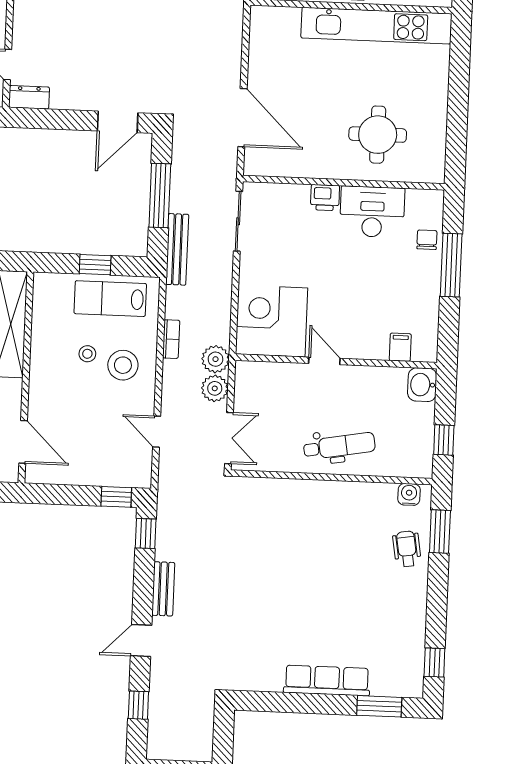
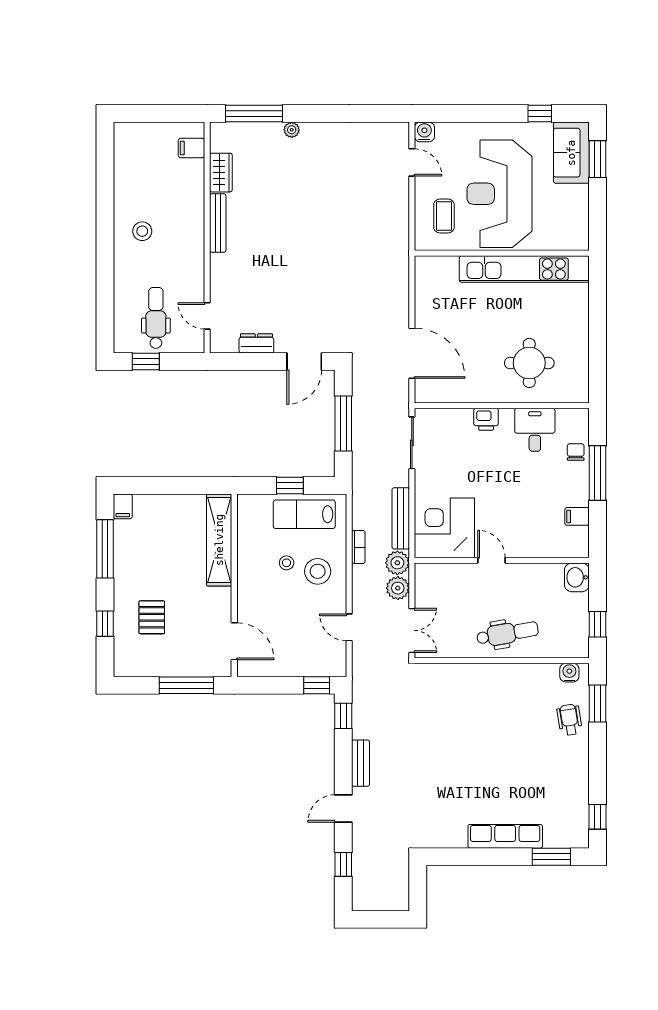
dresser: (29, 97) -> (256, 343), moved
desk: (372, 212) -> (535, 430), width x0.73
bench: (177, 249) -> (401, 518), moved
filing cabinet: (400, 347) -> (577, 516), moved, turned -90

